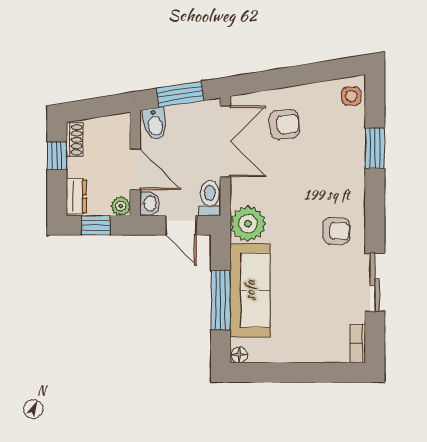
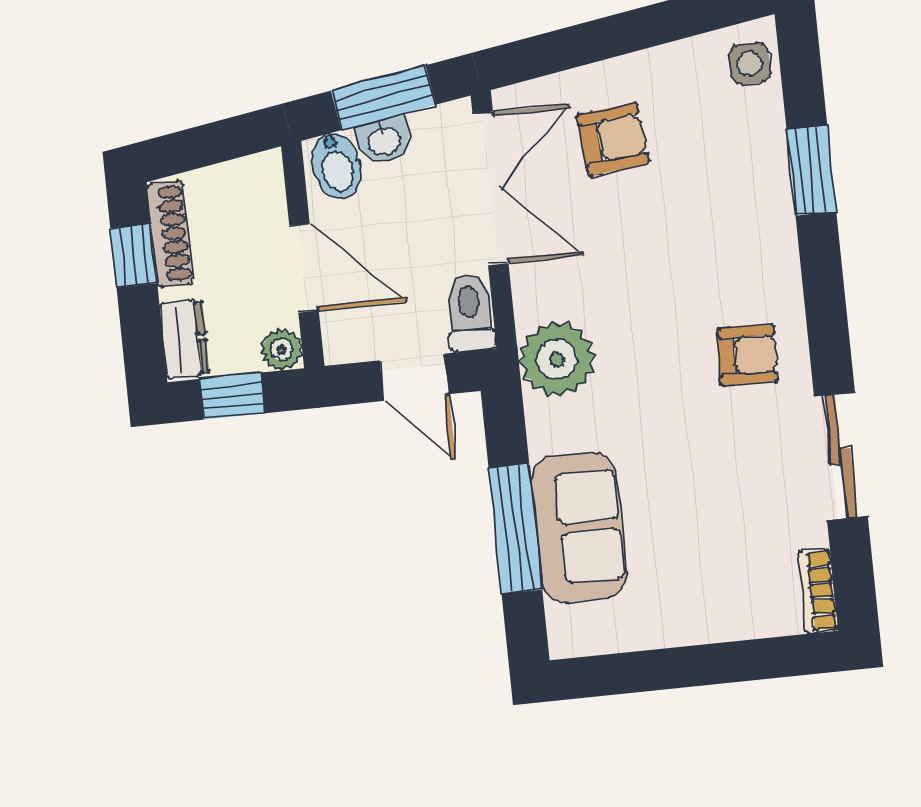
shoe rack: (75, 140) -> (170, 234), width x1.43
washbasin: (150, 204) -> (384, 140), moved, turned 81
sofa: (250, 290) -> (579, 527), width x0.73
floor lamp: (239, 355) -> (567, 641), removed

